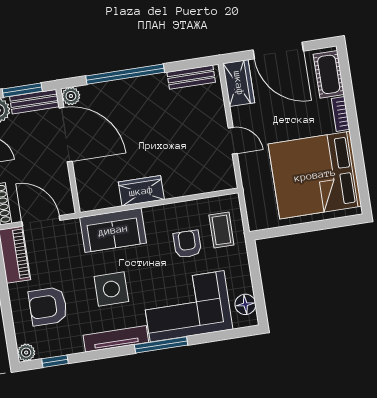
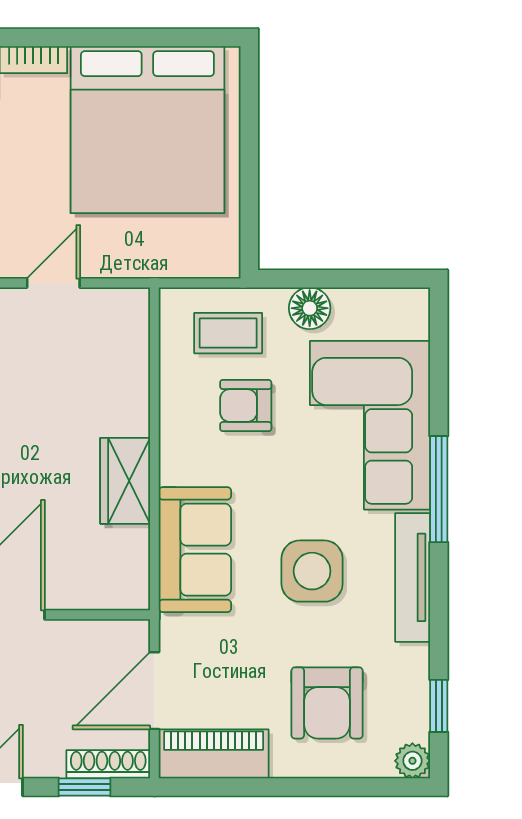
floor lamp: (245, 304) -> (310, 308), moved

